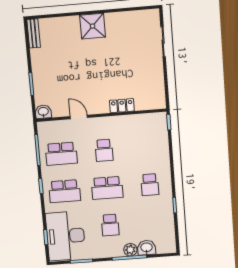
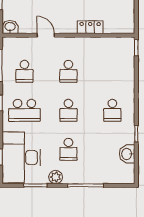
school desk: (61, 154) -> (24, 71), width x0.54
school desk: (107, 188) -> (68, 110), width x0.54
washbasin: (146, 248) -> (127, 154), moved, turned -90
plant: (130, 250) -> (56, 177), moved

